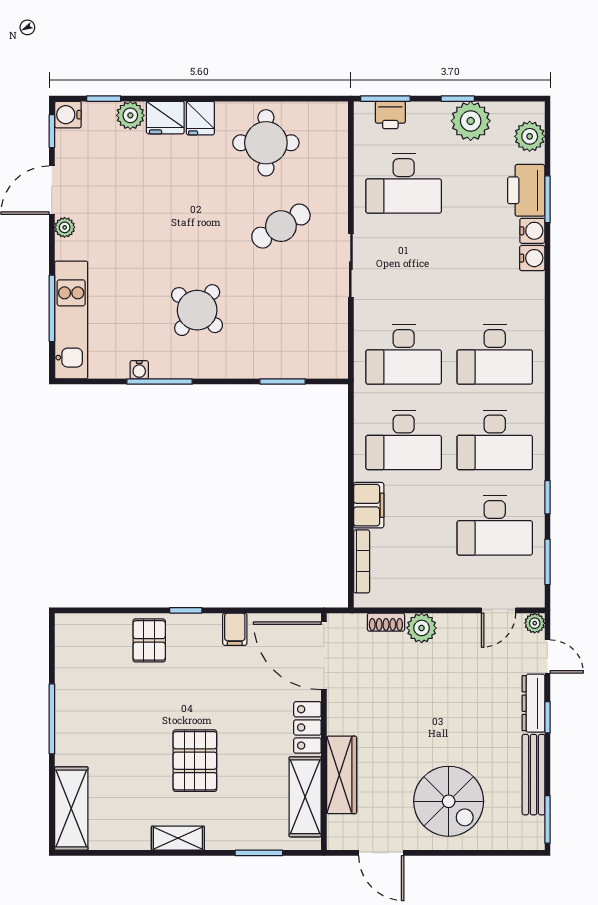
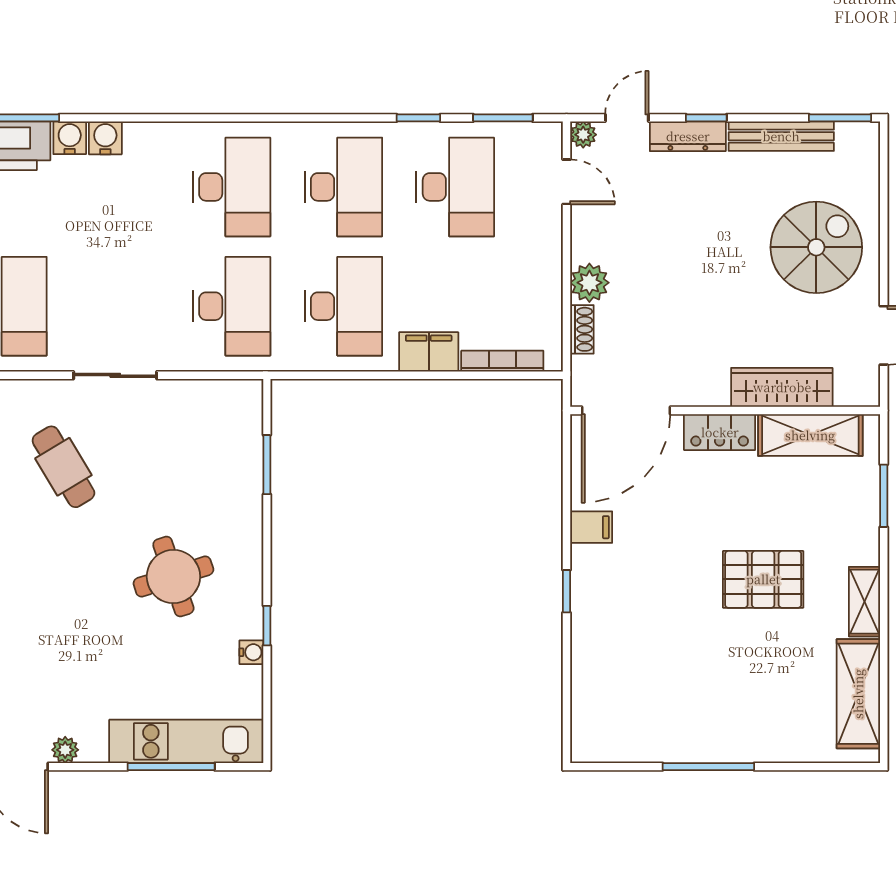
round table: (197, 310) -> (173, 577), turned 32
window: (160, 381) -> (267, 626), width x0.46
pallet: (149, 640) -> (606, 639), removed
shelving: (71, 808) -> (858, 694), moved, turned 90

